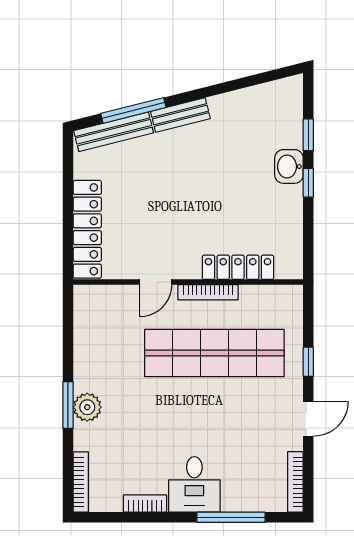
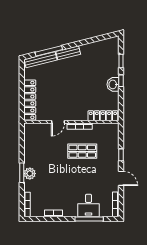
washbasin: (289, 166) -> (113, 84), moved
locker: (238, 267) -> (103, 116), moved
shop shelf: (214, 353) -> (82, 151), width x0.50, depth x0.74
door: (308, 419) -> (121, 178), hinge flipped
desk: (194, 484) -> (88, 205), moved

